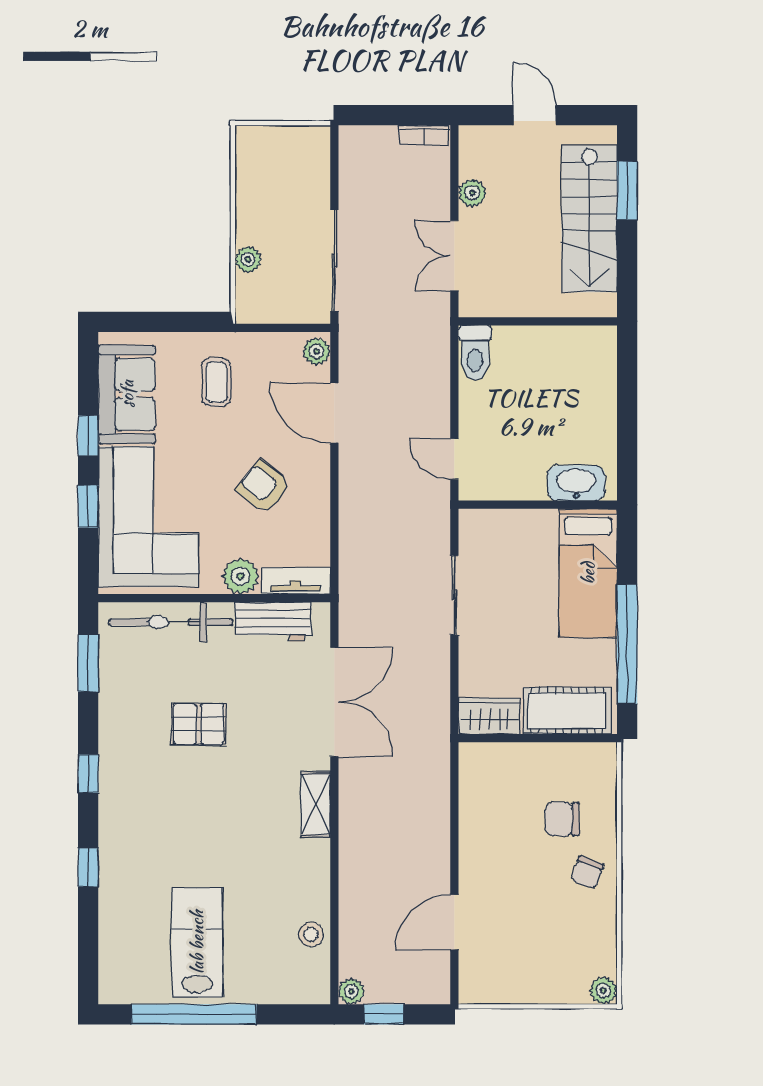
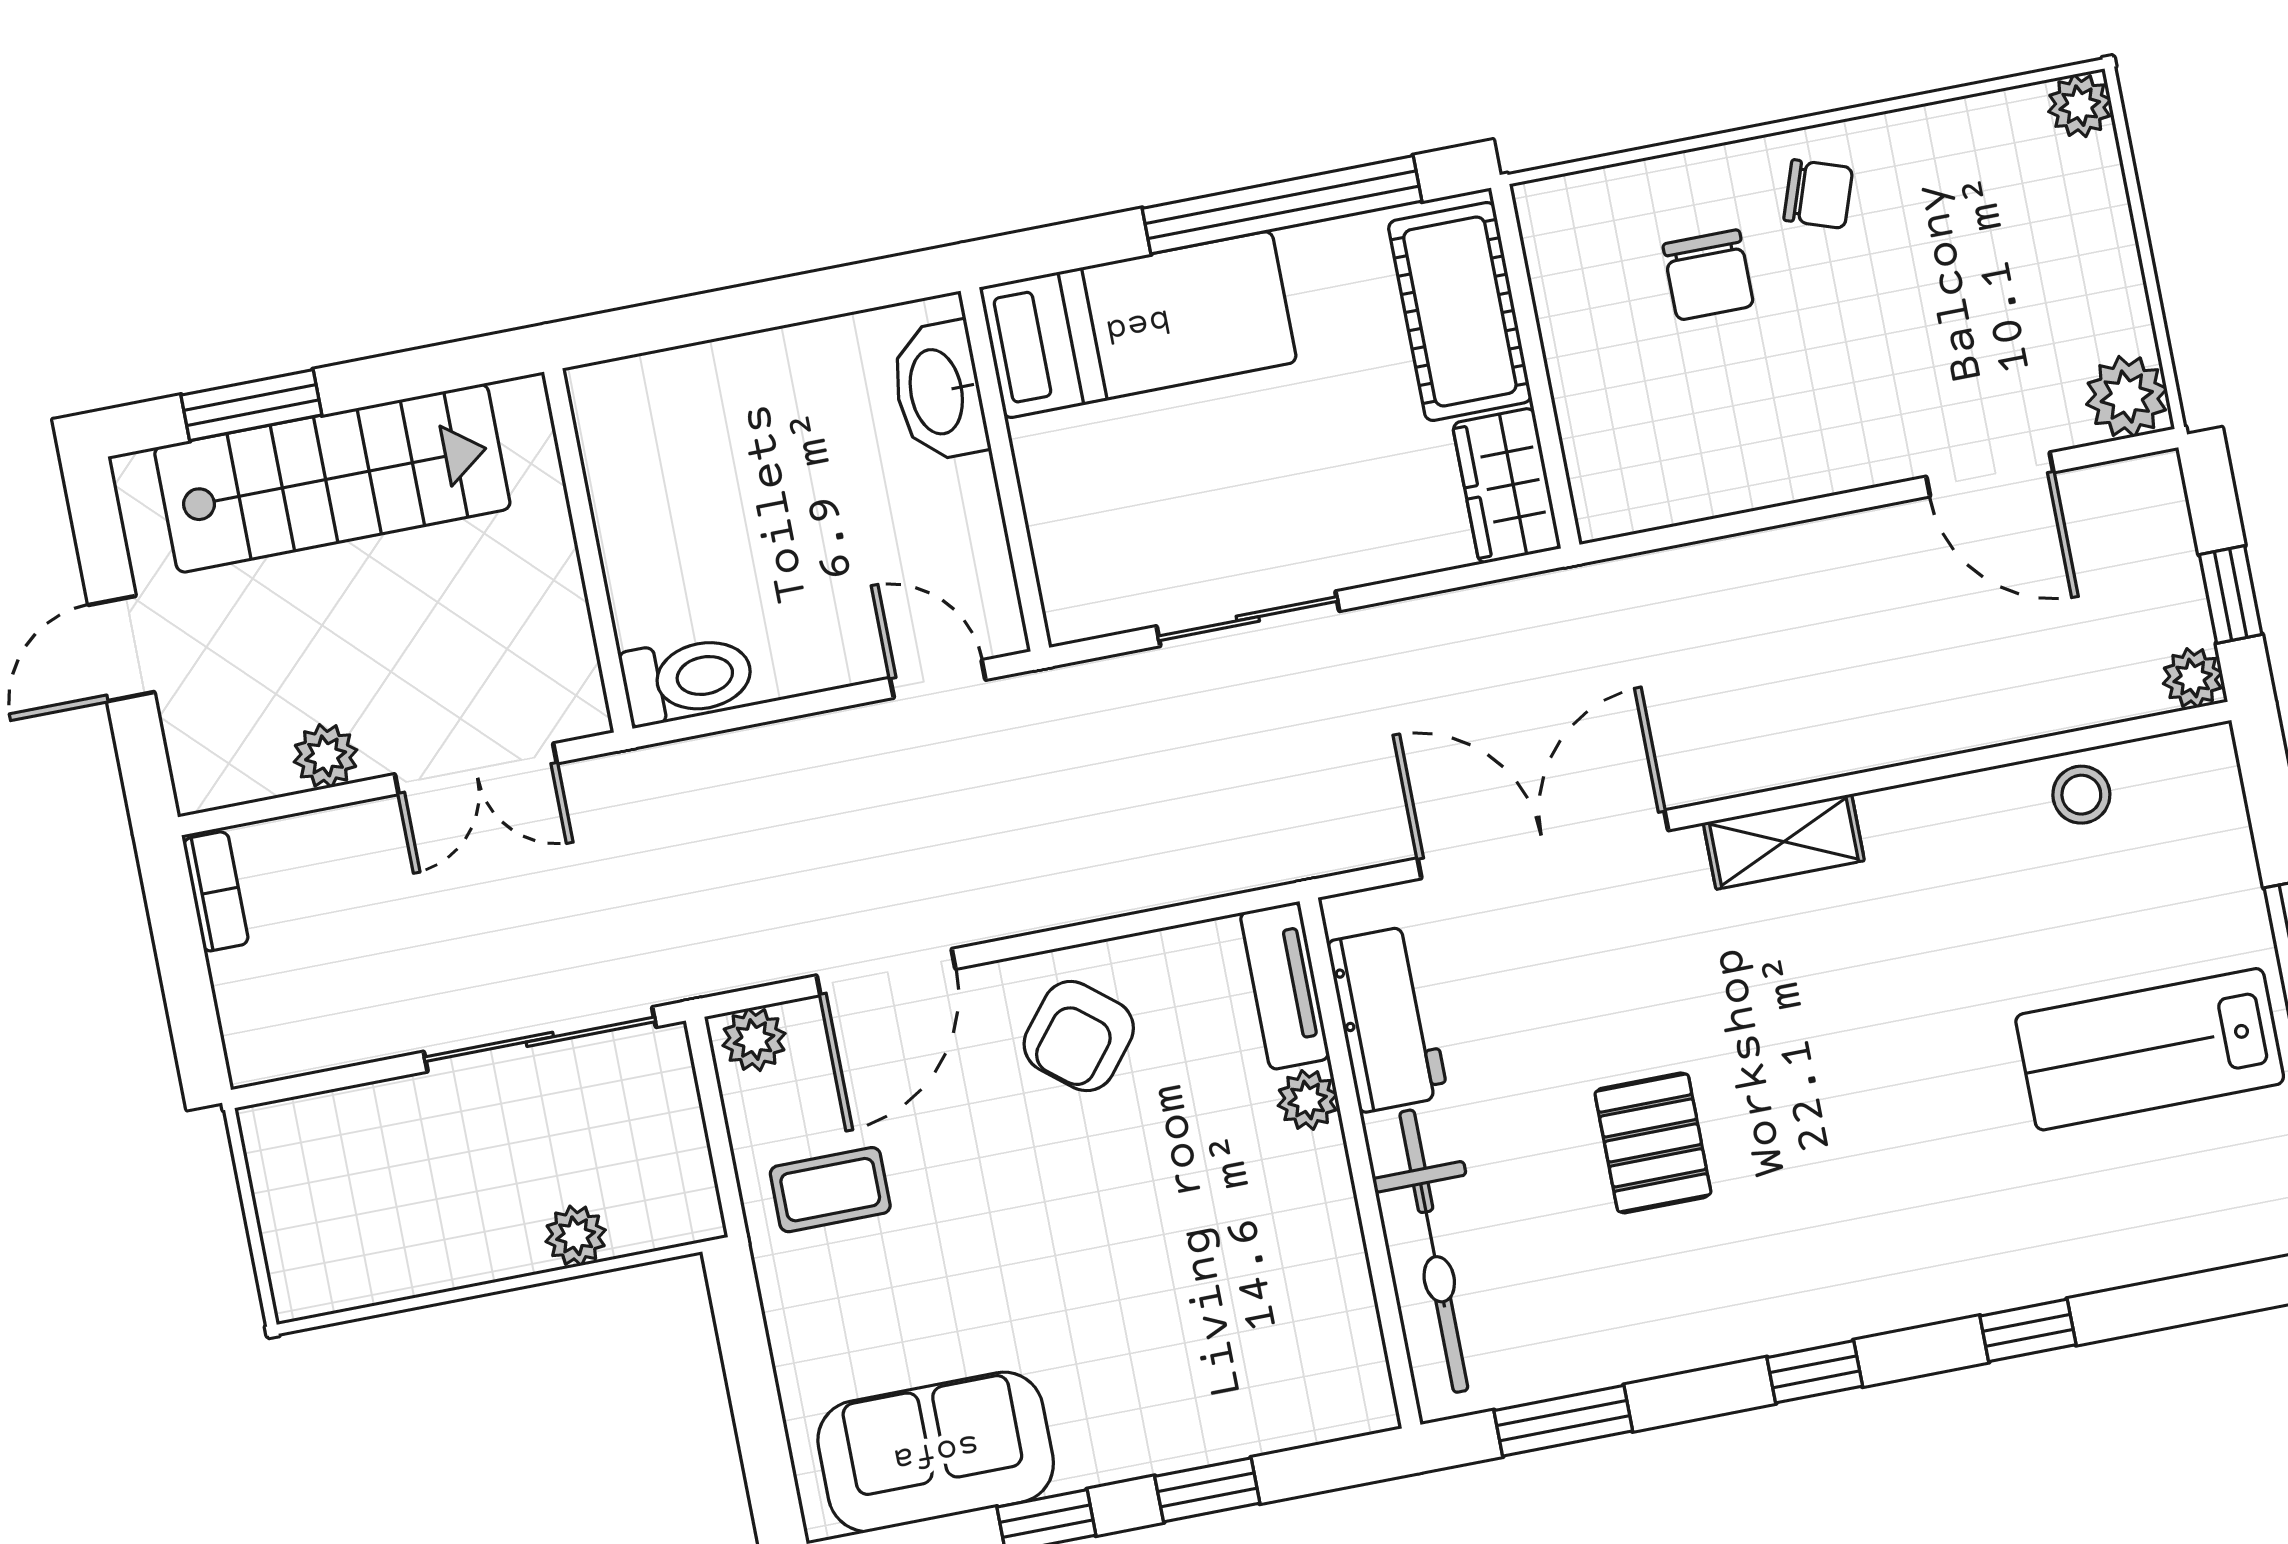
coffee table: (216, 382) -> (830, 1190), moved
door: (454, 459) -> (938, 679), swing flipped
armchair: (263, 487) -> (1079, 1036), moved
corner sofa: (148, 517) -> (1204, 1349), removed
plant: (240, 576) -> (1308, 1100), width x0.73, depth x0.73
plant: (476, 987) -> (2127, 397), added

